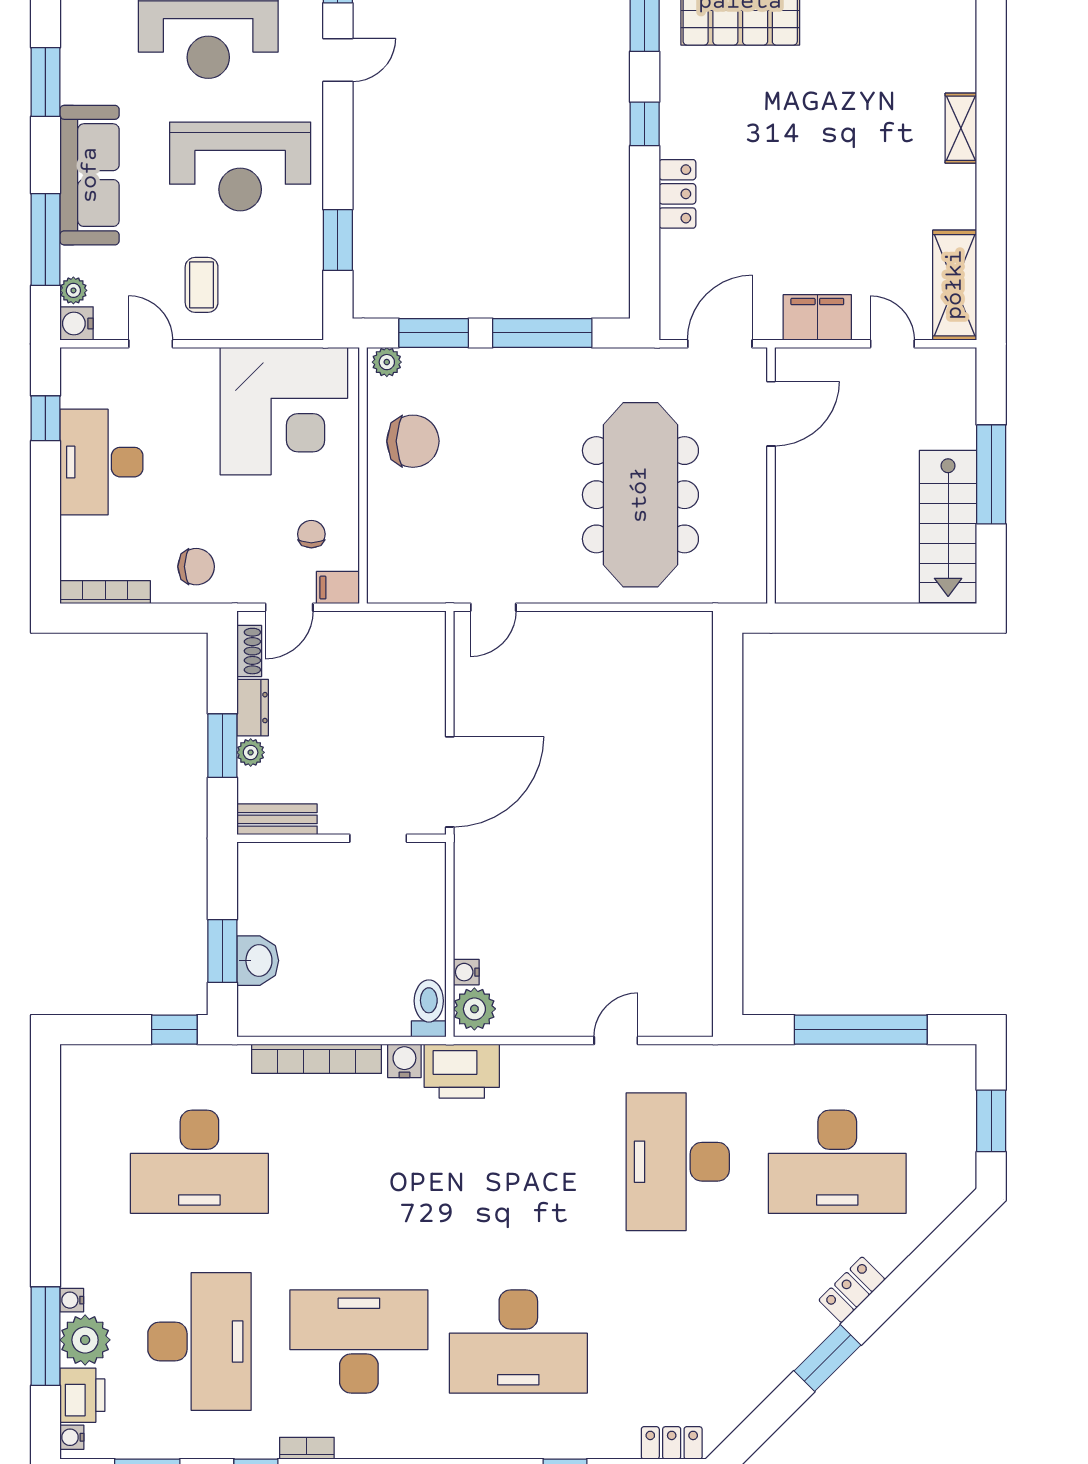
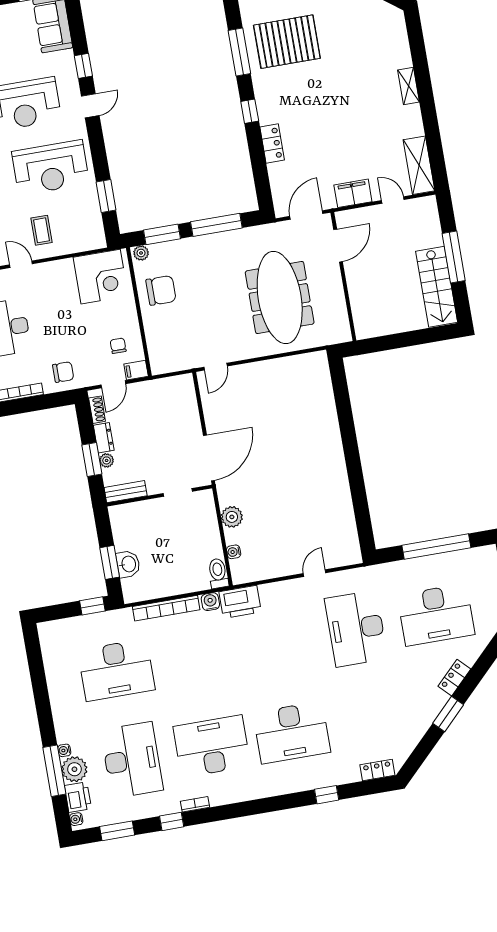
corner desk: (284, 411) -> (101, 277), width x0.74, depth x0.74
plant: (474, 1009) -> (232, 517), moved

